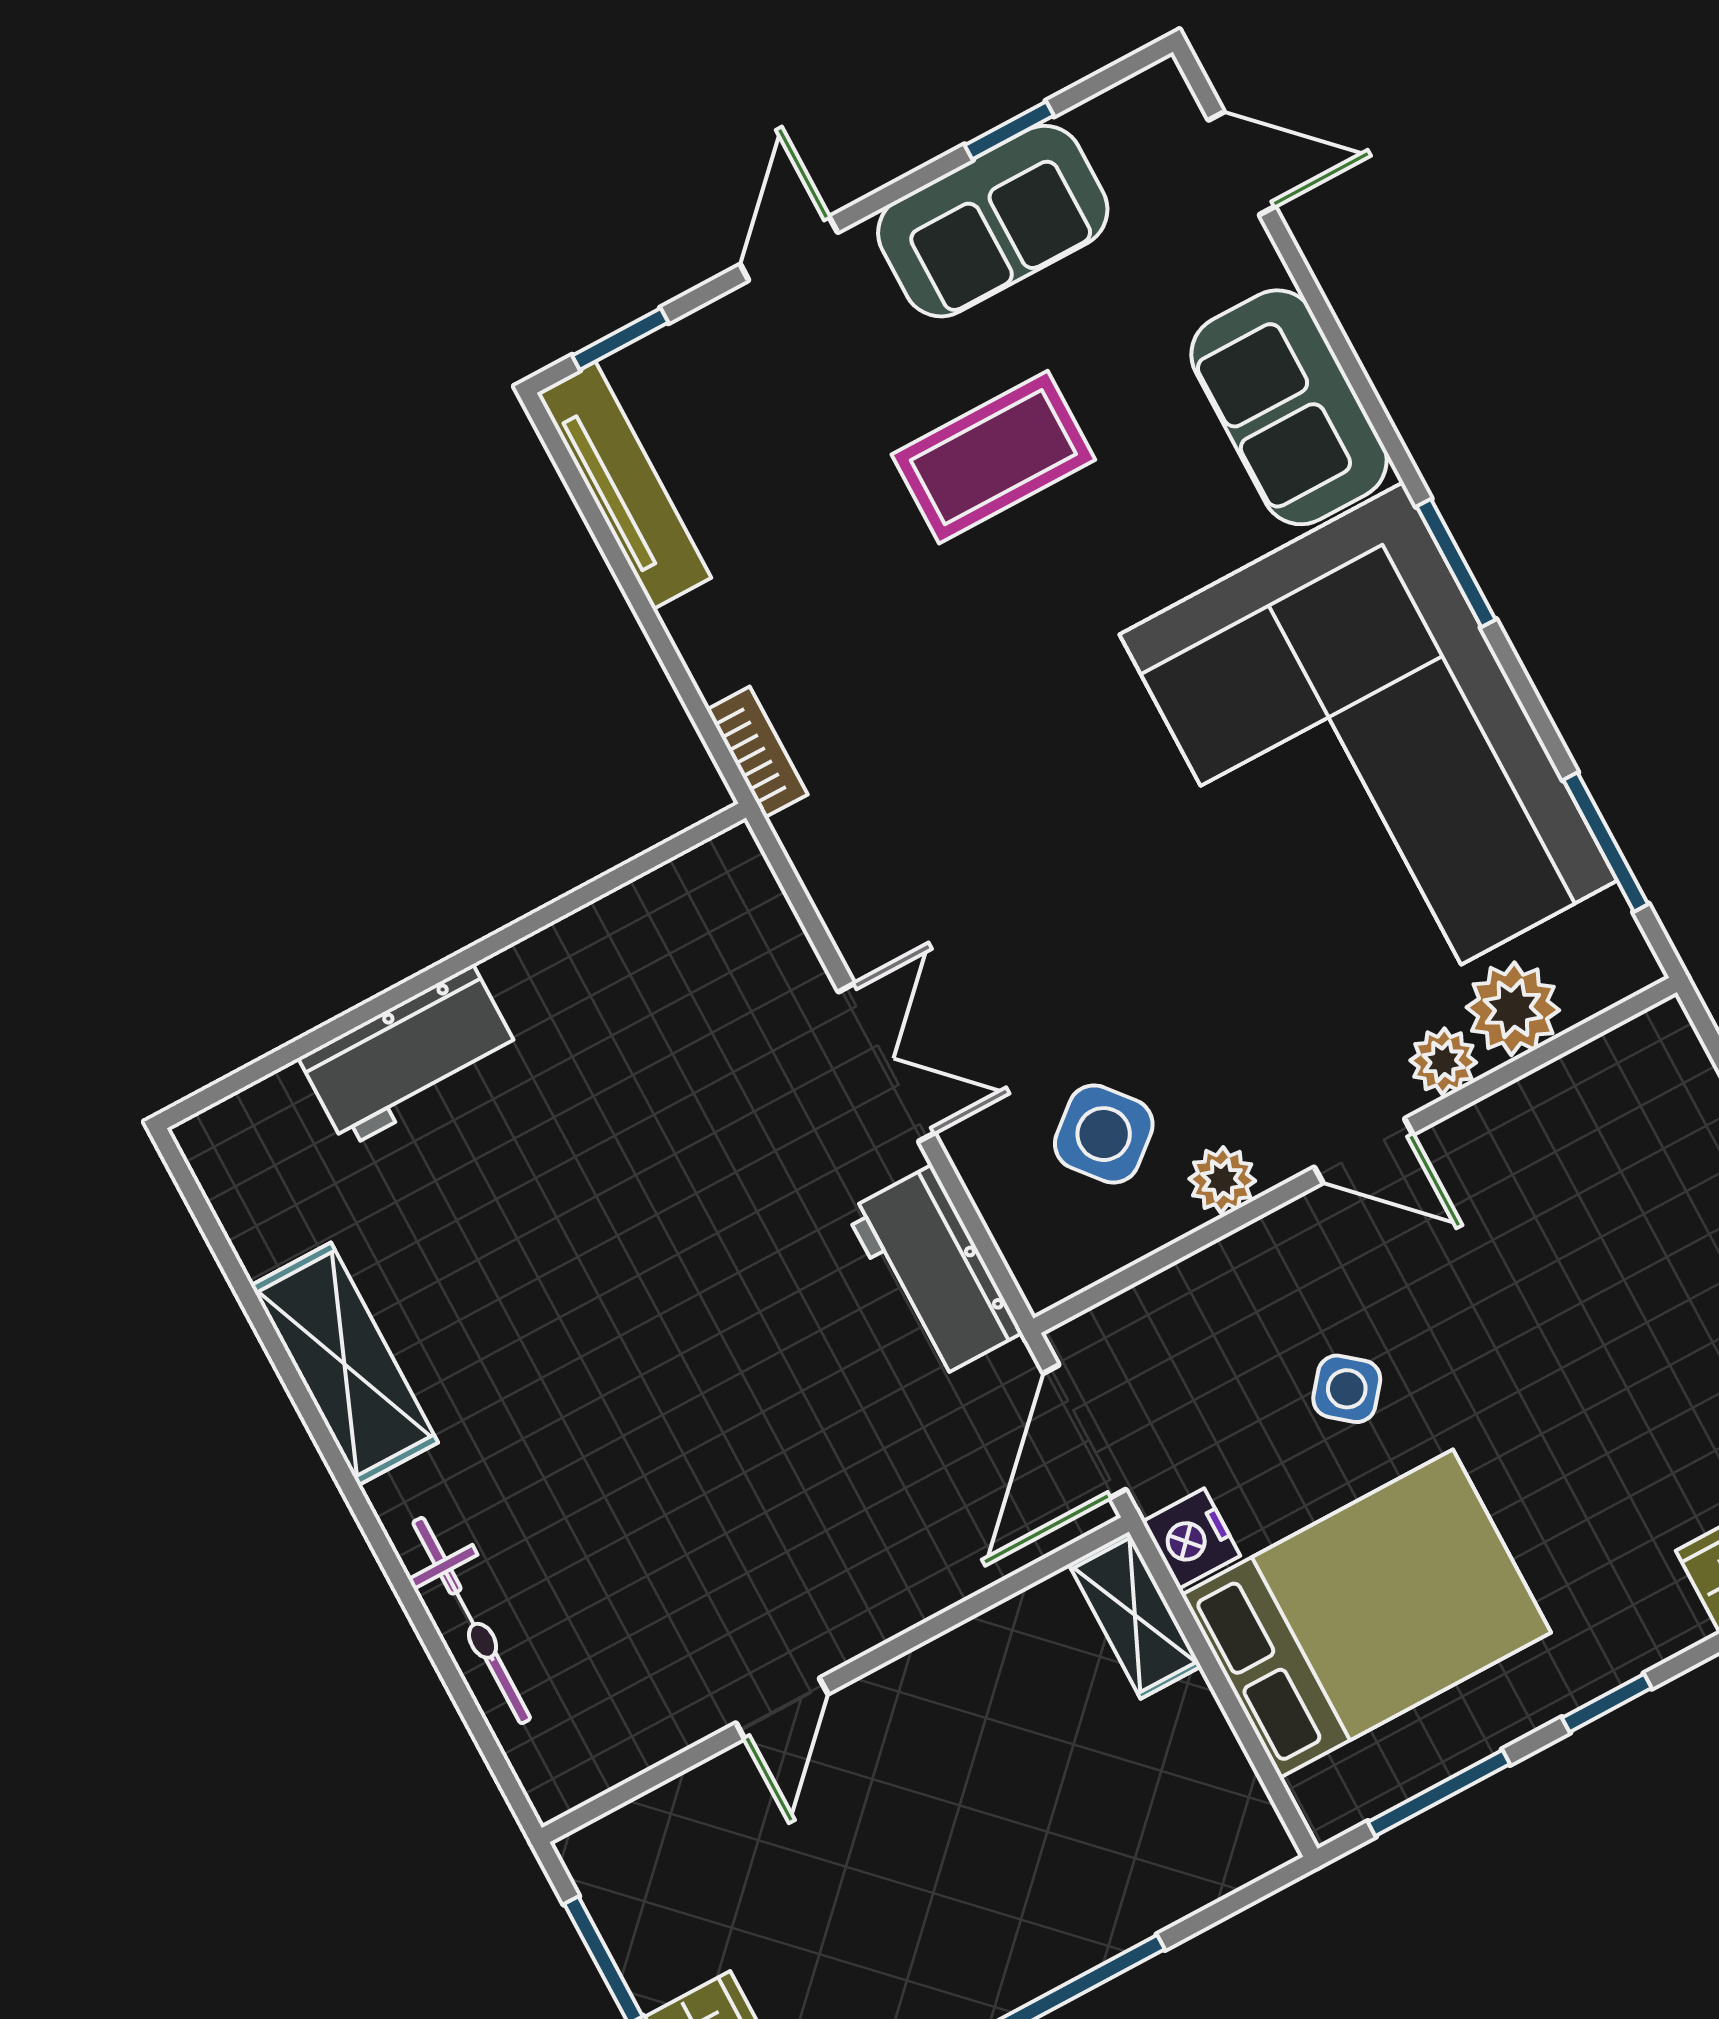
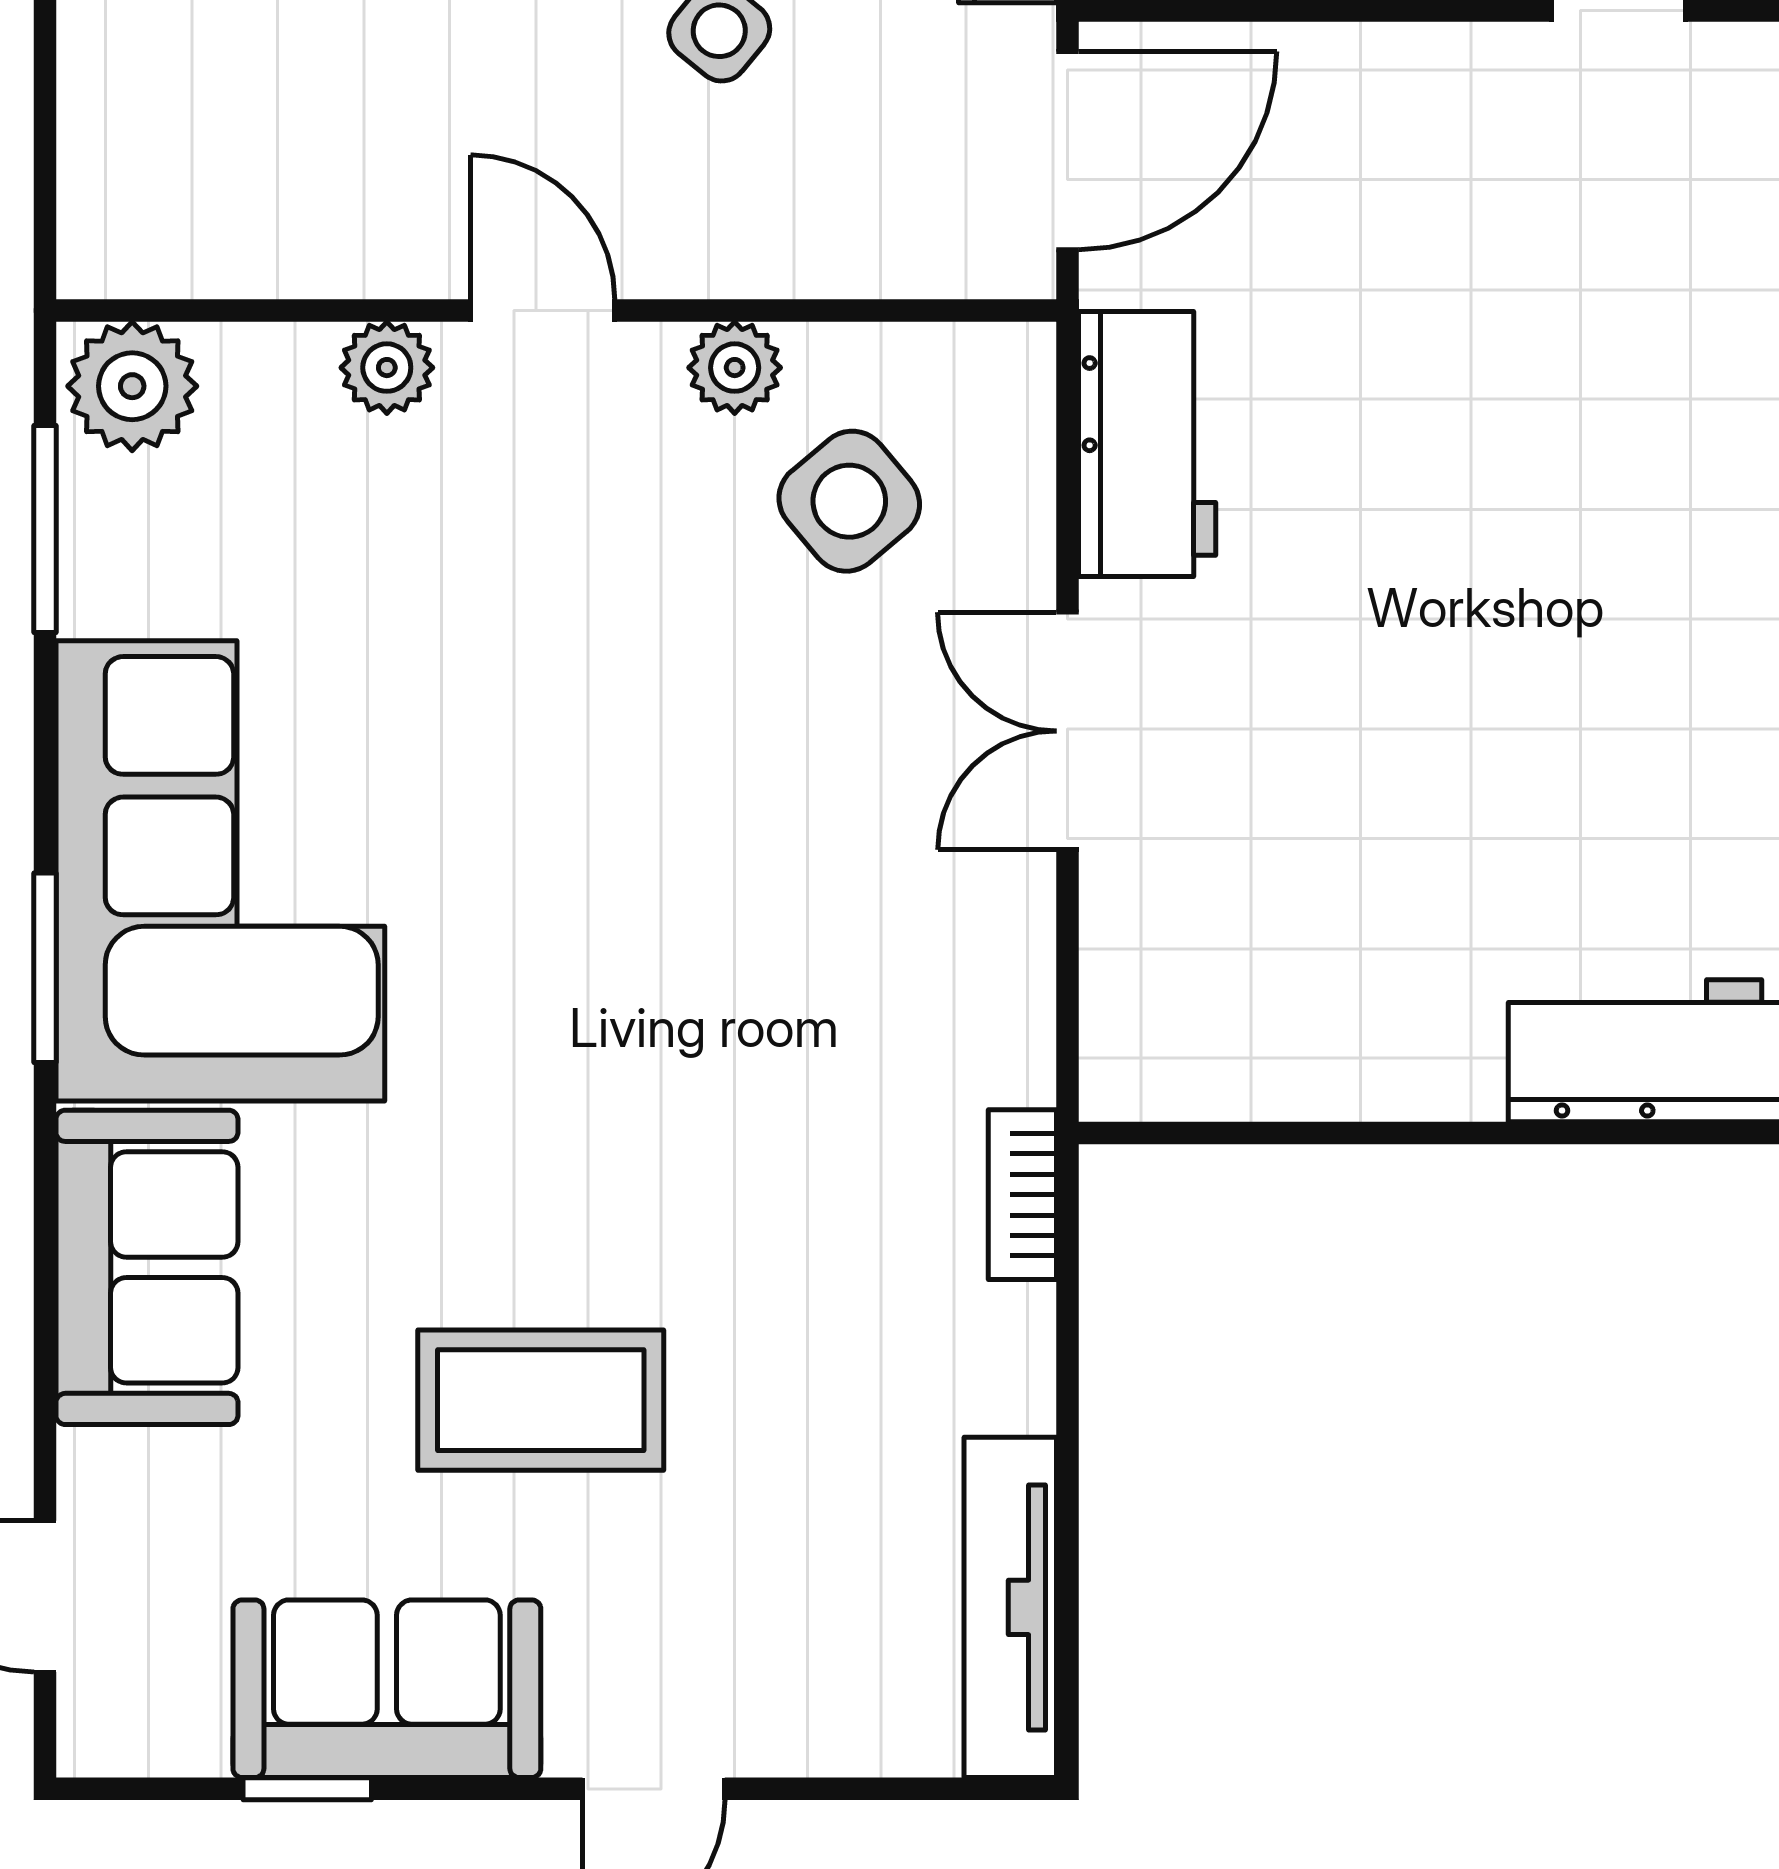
window: (620, 339) -> (919, 1789), removed
corner sofa: (1368, 758) -> (220, 871), width x0.73, depth x0.74
plant: (1513, 1009) -> (132, 386), moved

